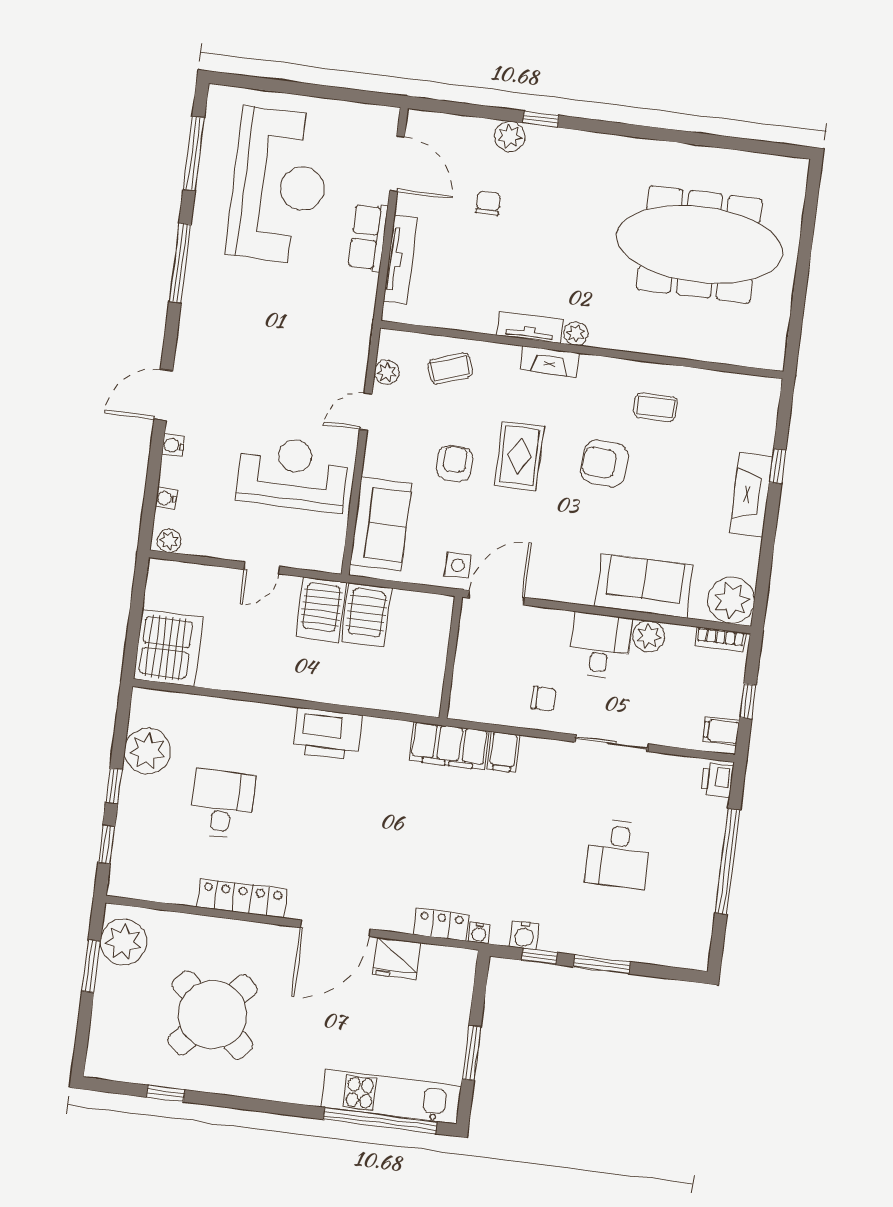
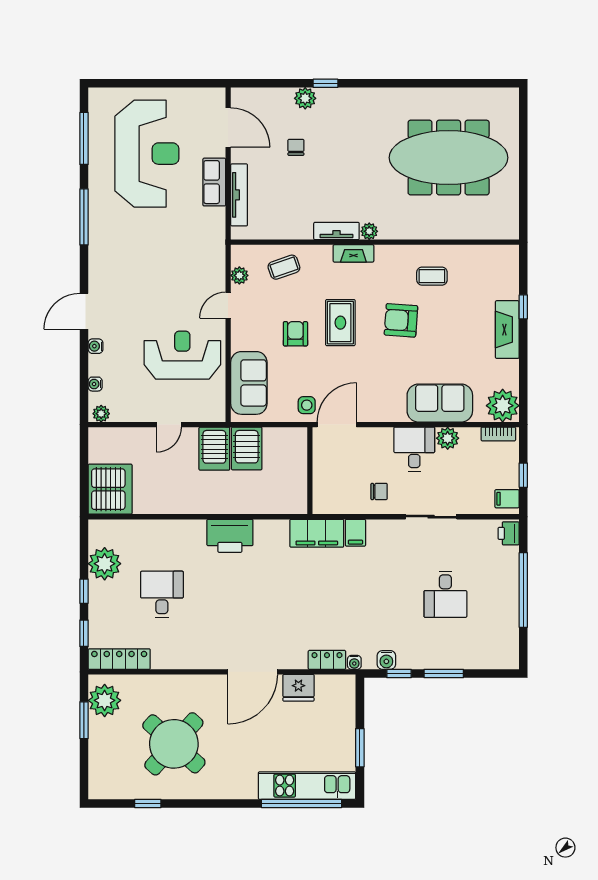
locker: (242, 898) -> (119, 659), moved

